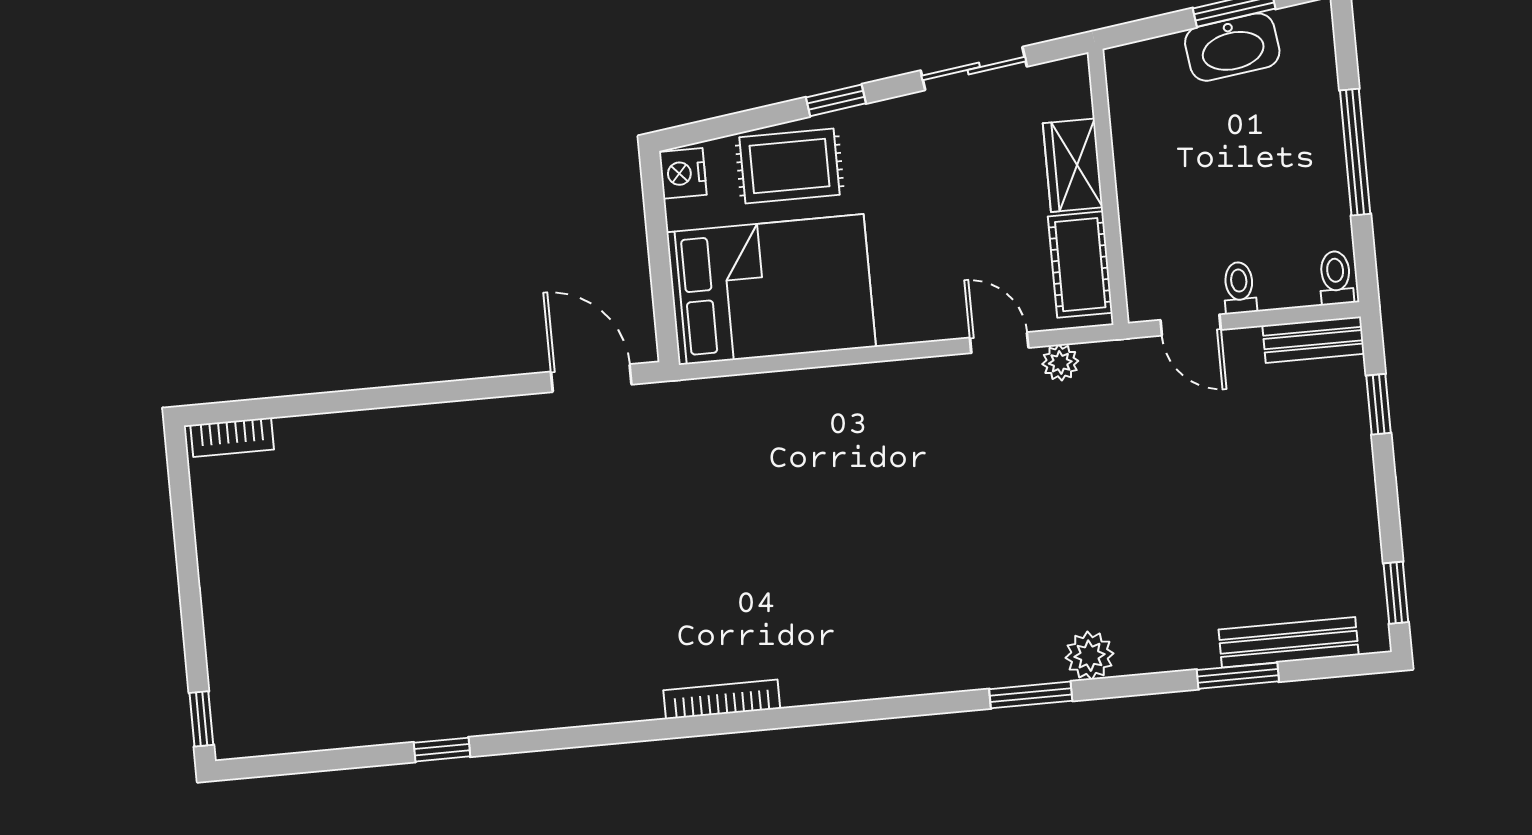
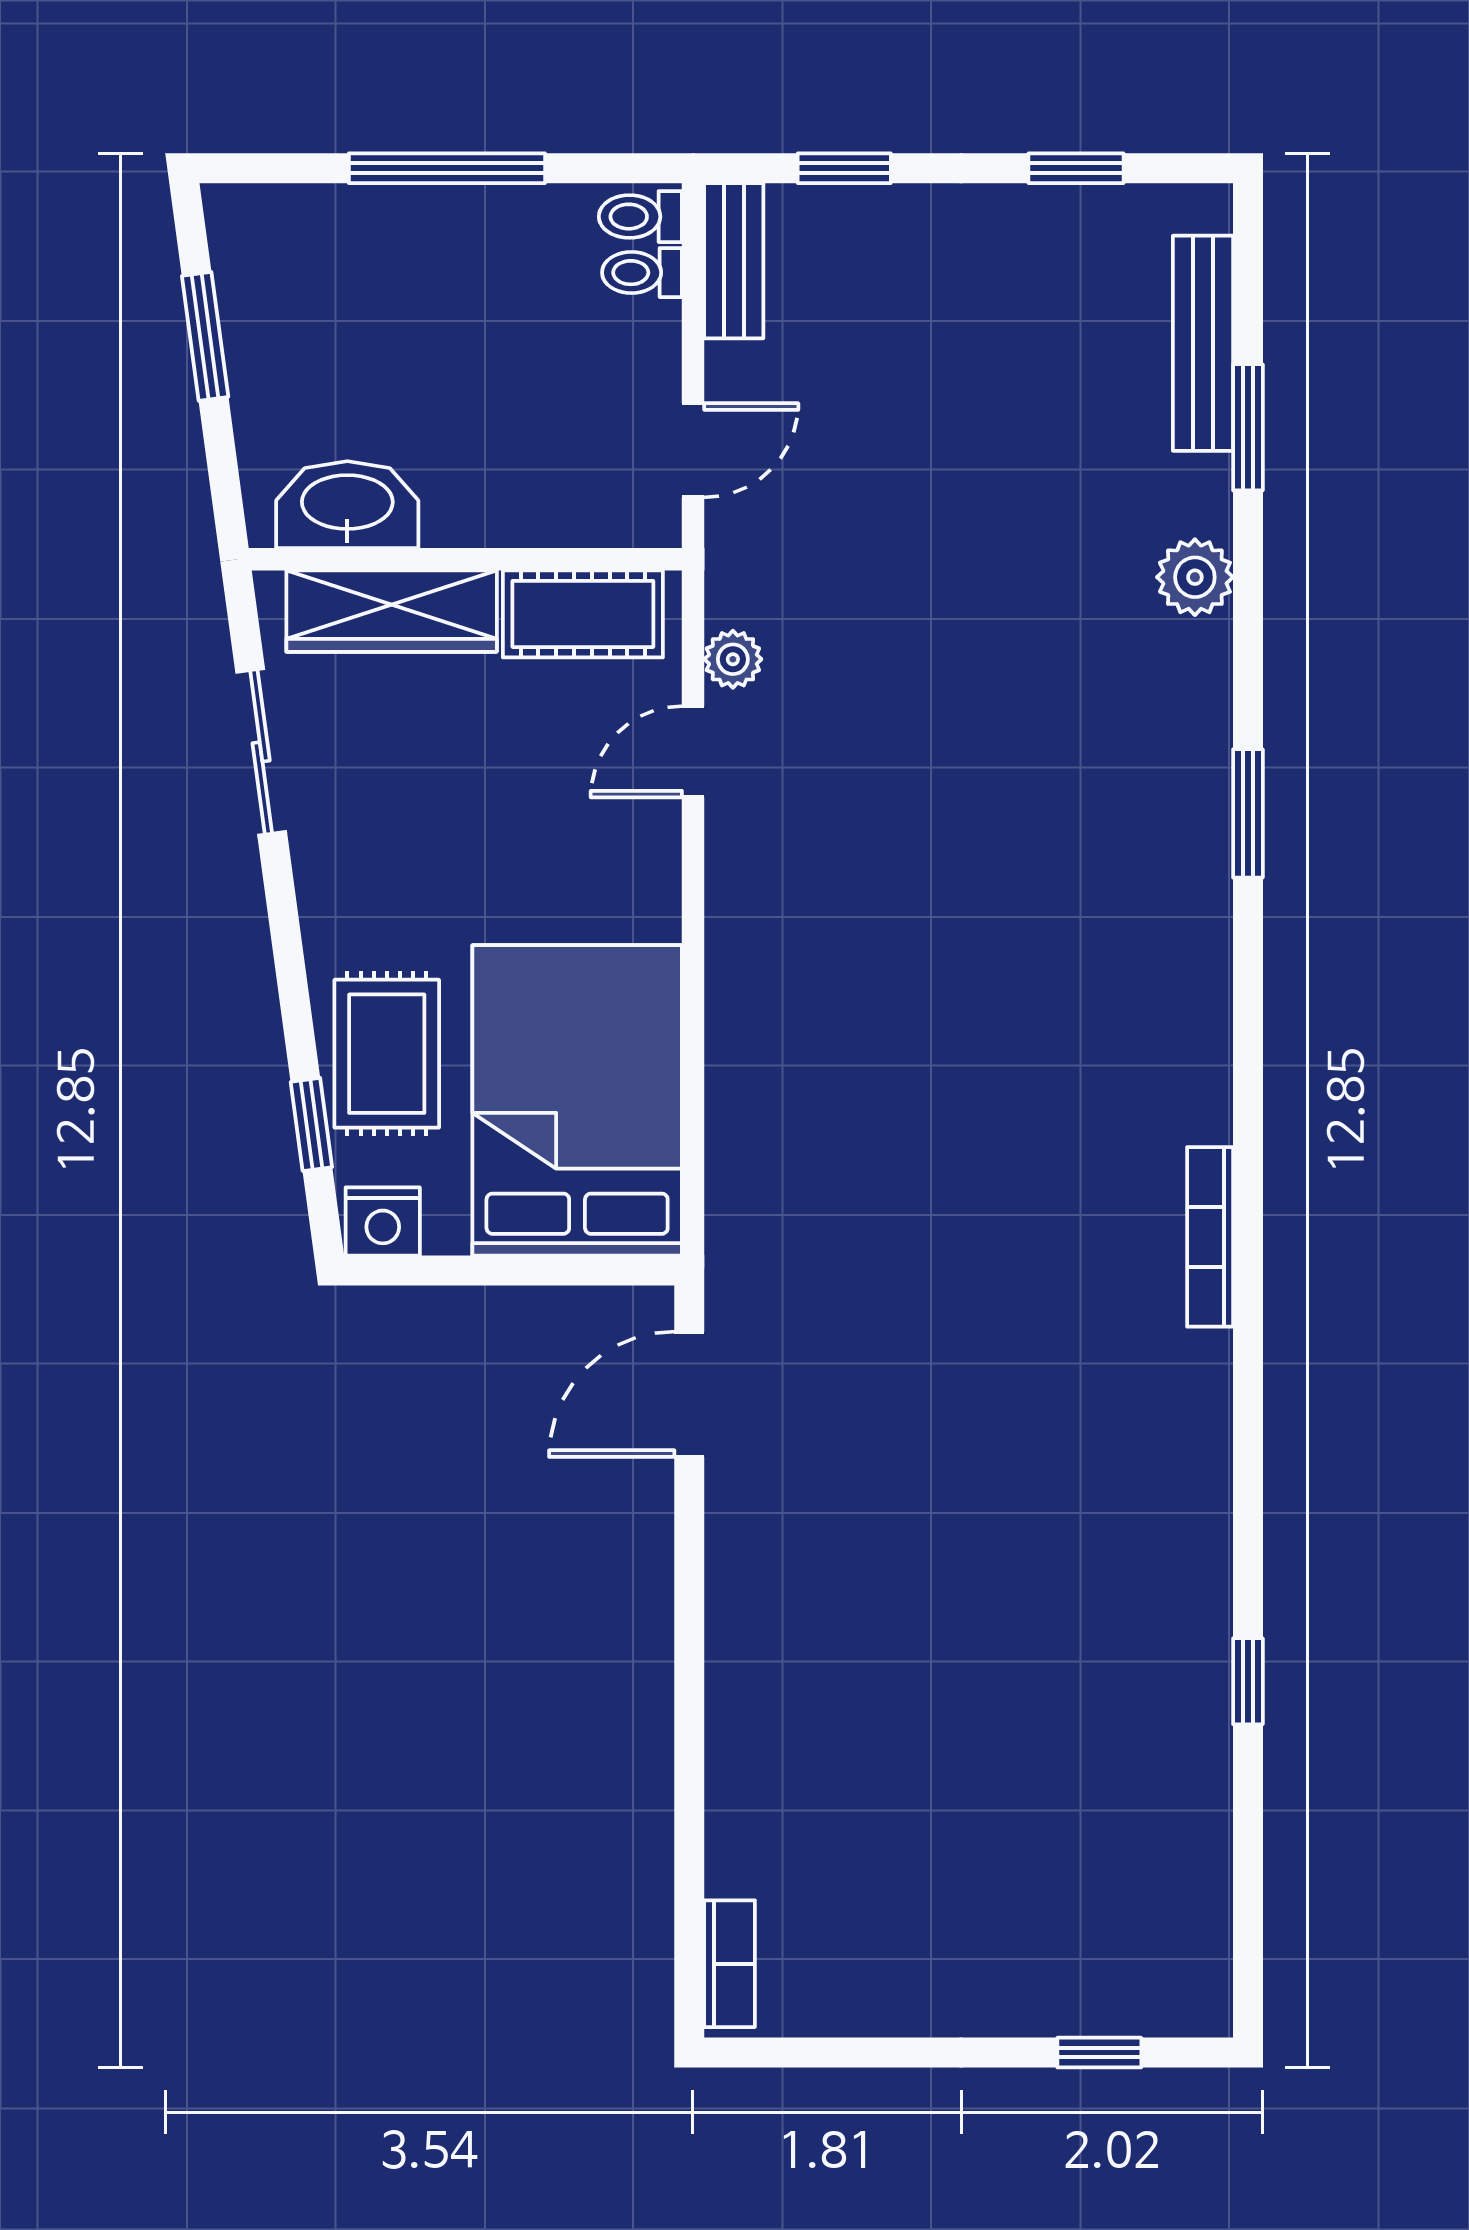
washbasin: (1232, 47) -> (347, 505), moved, turned -82
window: (836, 100) -> (311, 1124), moved
wardrobe: (1073, 165) -> (392, 611), width x1.50
toilet: (1239, 288) -> (642, 273), moved
window: (1396, 593) -> (1076, 168), moved
plant: (1090, 656) -> (1195, 577), moved
window: (1031, 695) -> (1248, 813), moved
window: (201, 719) -> (1099, 2053), moved

